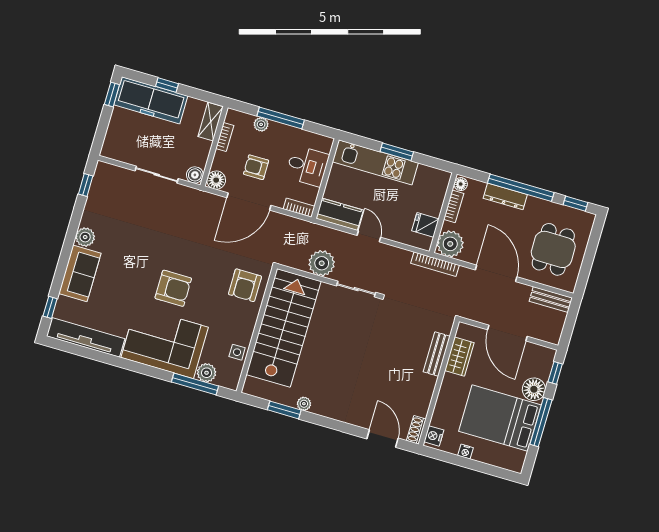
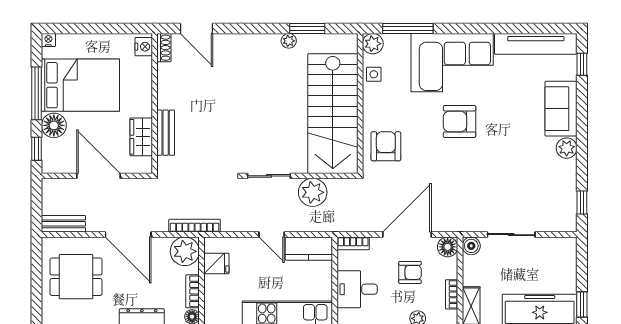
dining table: (553, 249) -> (76, 277), turned 90
plant: (207, 373) -> (373, 44), moved
nightstand: (465, 452) -> (48, 40), moved

